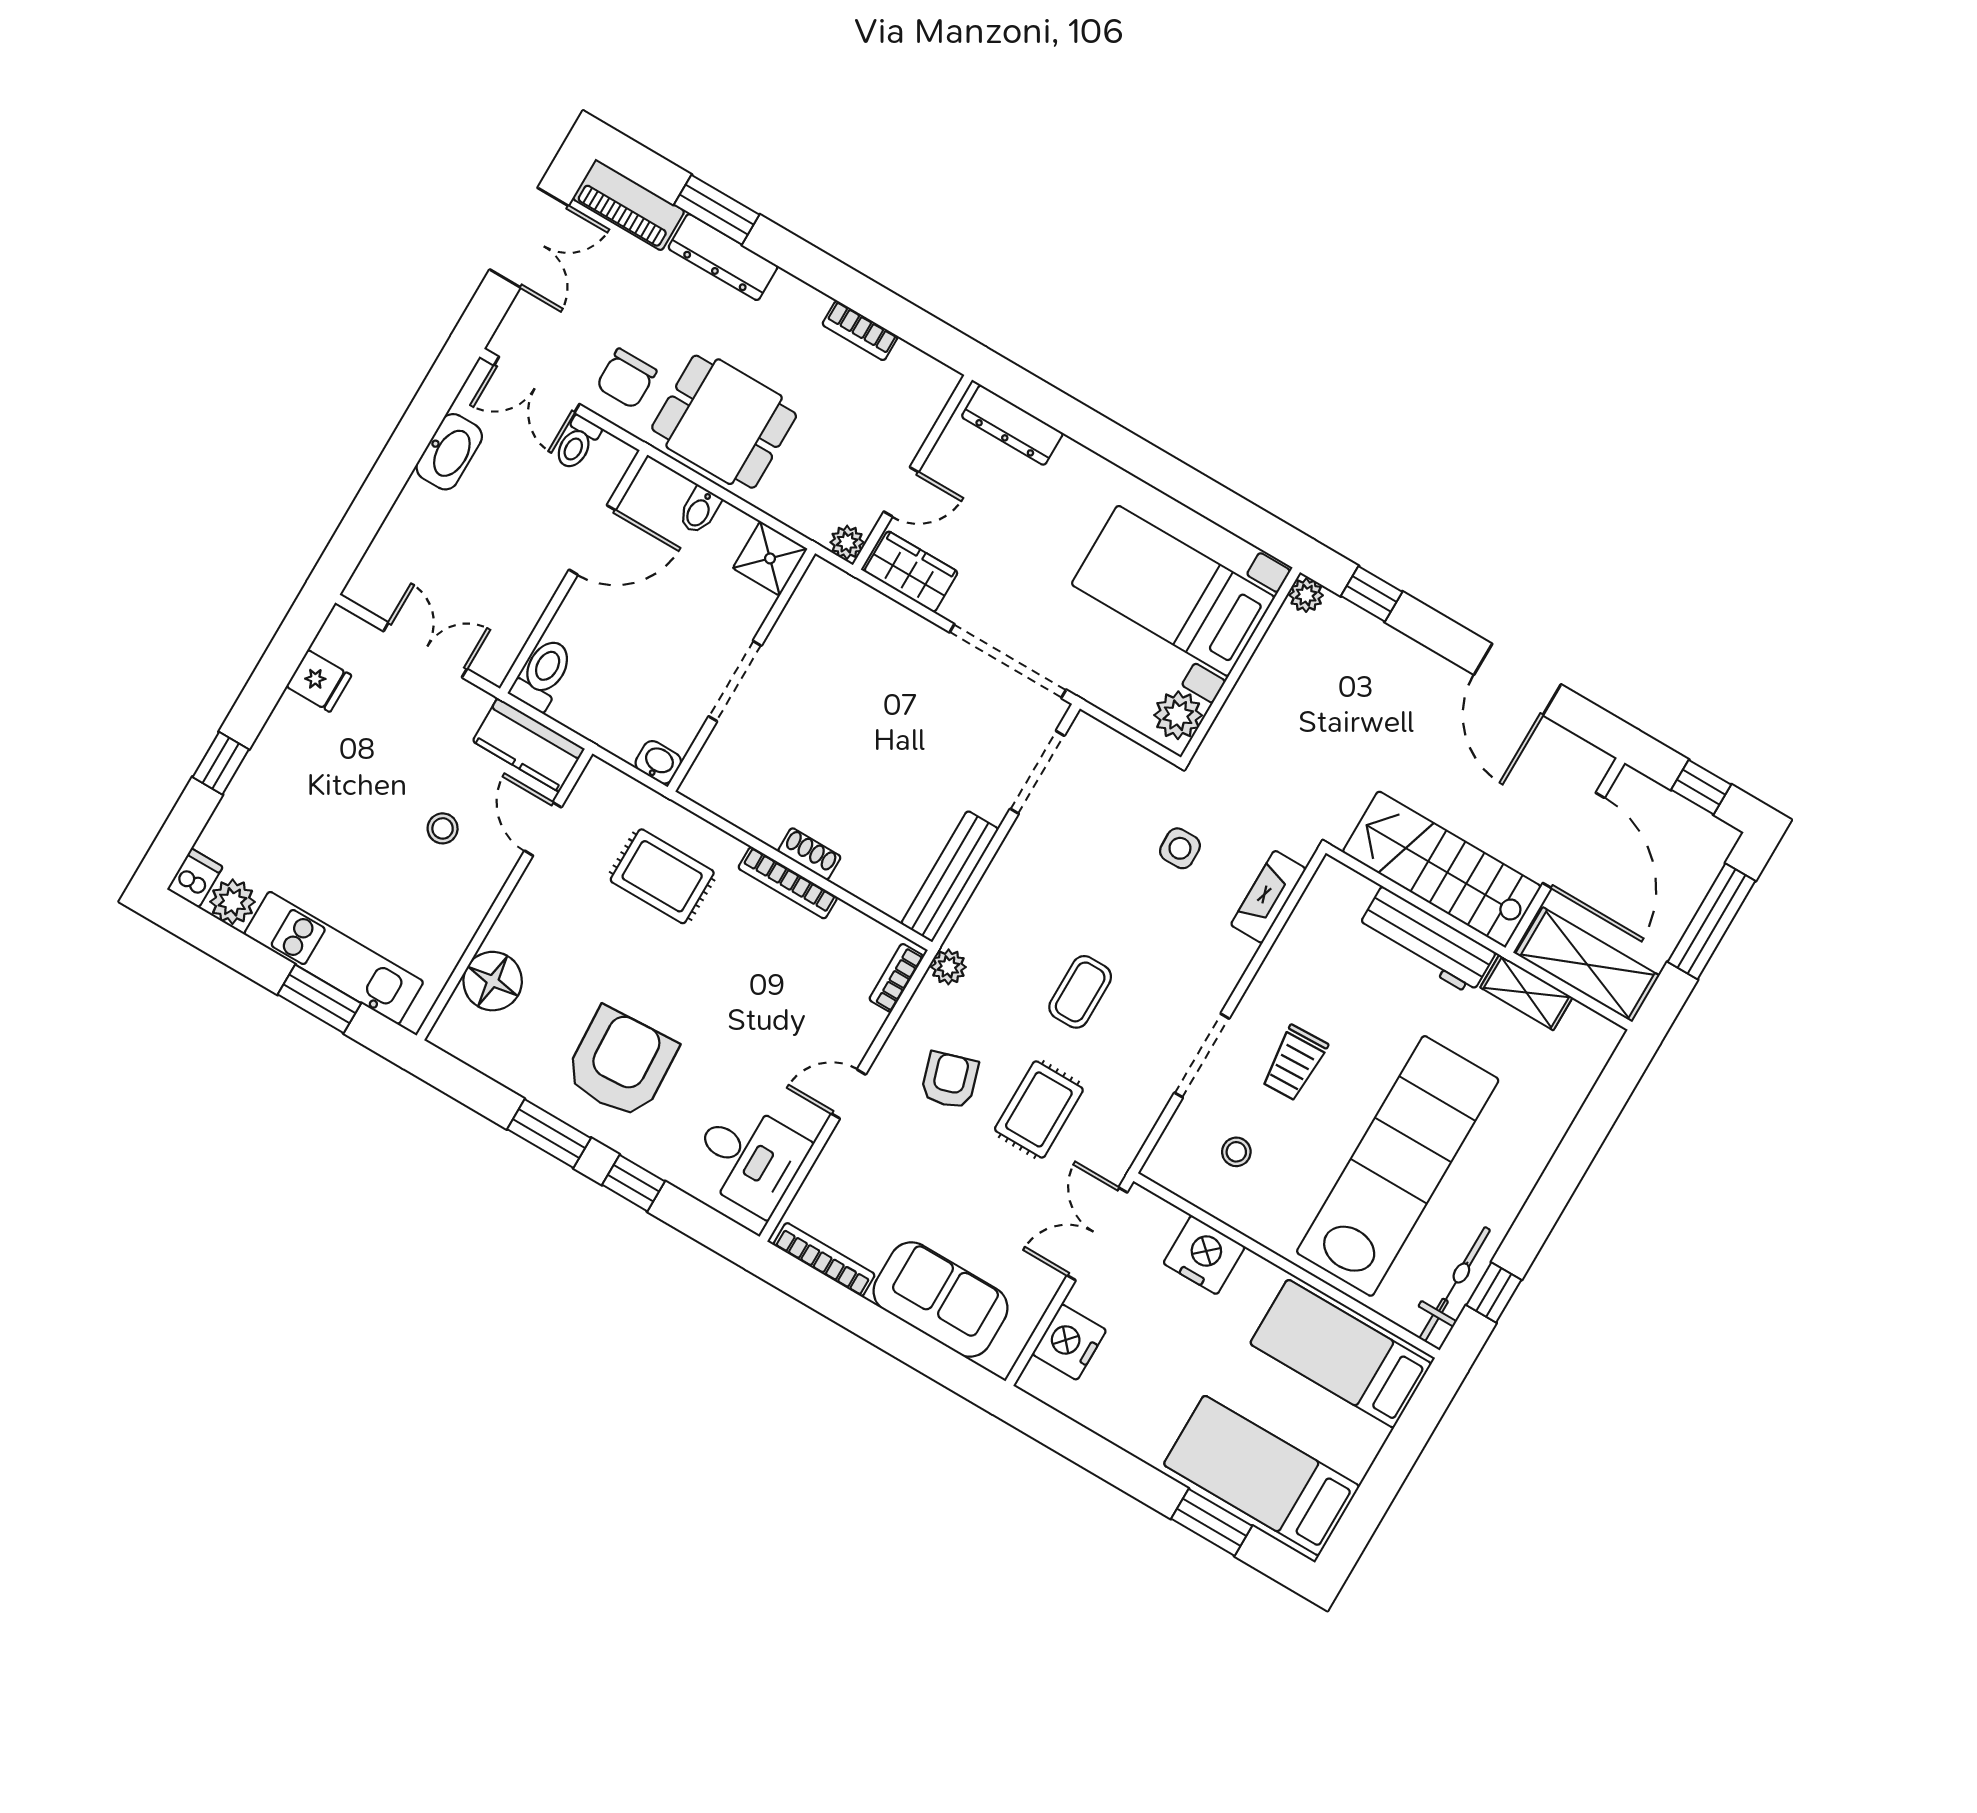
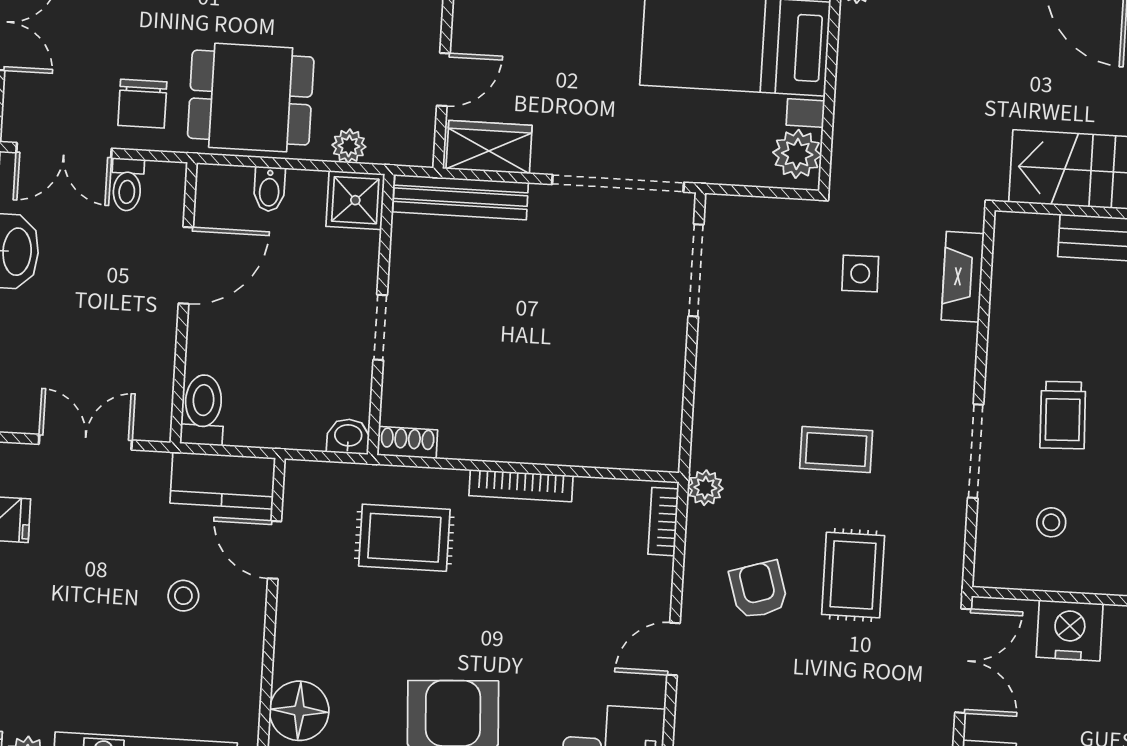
plant: (847, 542) -> (349, 146), moved
doorway: (735, 681) -> (380, 327), width x0.73
shoe rack: (809, 854) -> (407, 442), moved
bench: (950, 876) -> (461, 197), moved, turned 90
coffee table: (1080, 992) -> (836, 450), turned 90
double door: (1097, 1234) -> (963, 661), swing flipped

